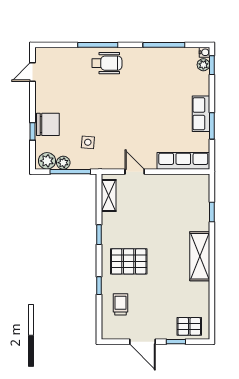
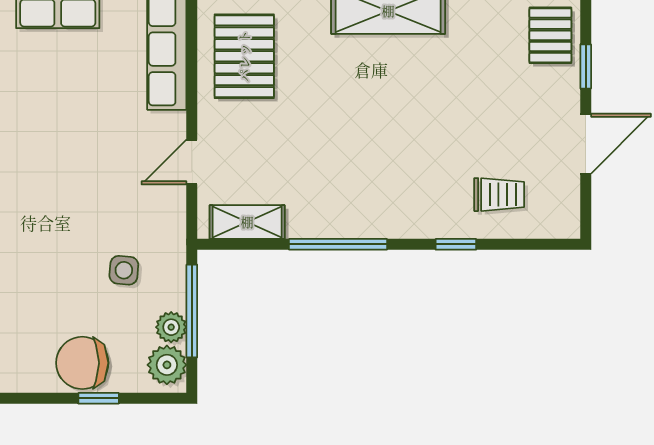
chair: (48, 124) -> (82, 363), turned -90
window: (99, 235) -> (338, 244), width x2.17
pallet: (129, 261) -> (244, 56), moved
trolley: (121, 304) -> (499, 195), turned 180

